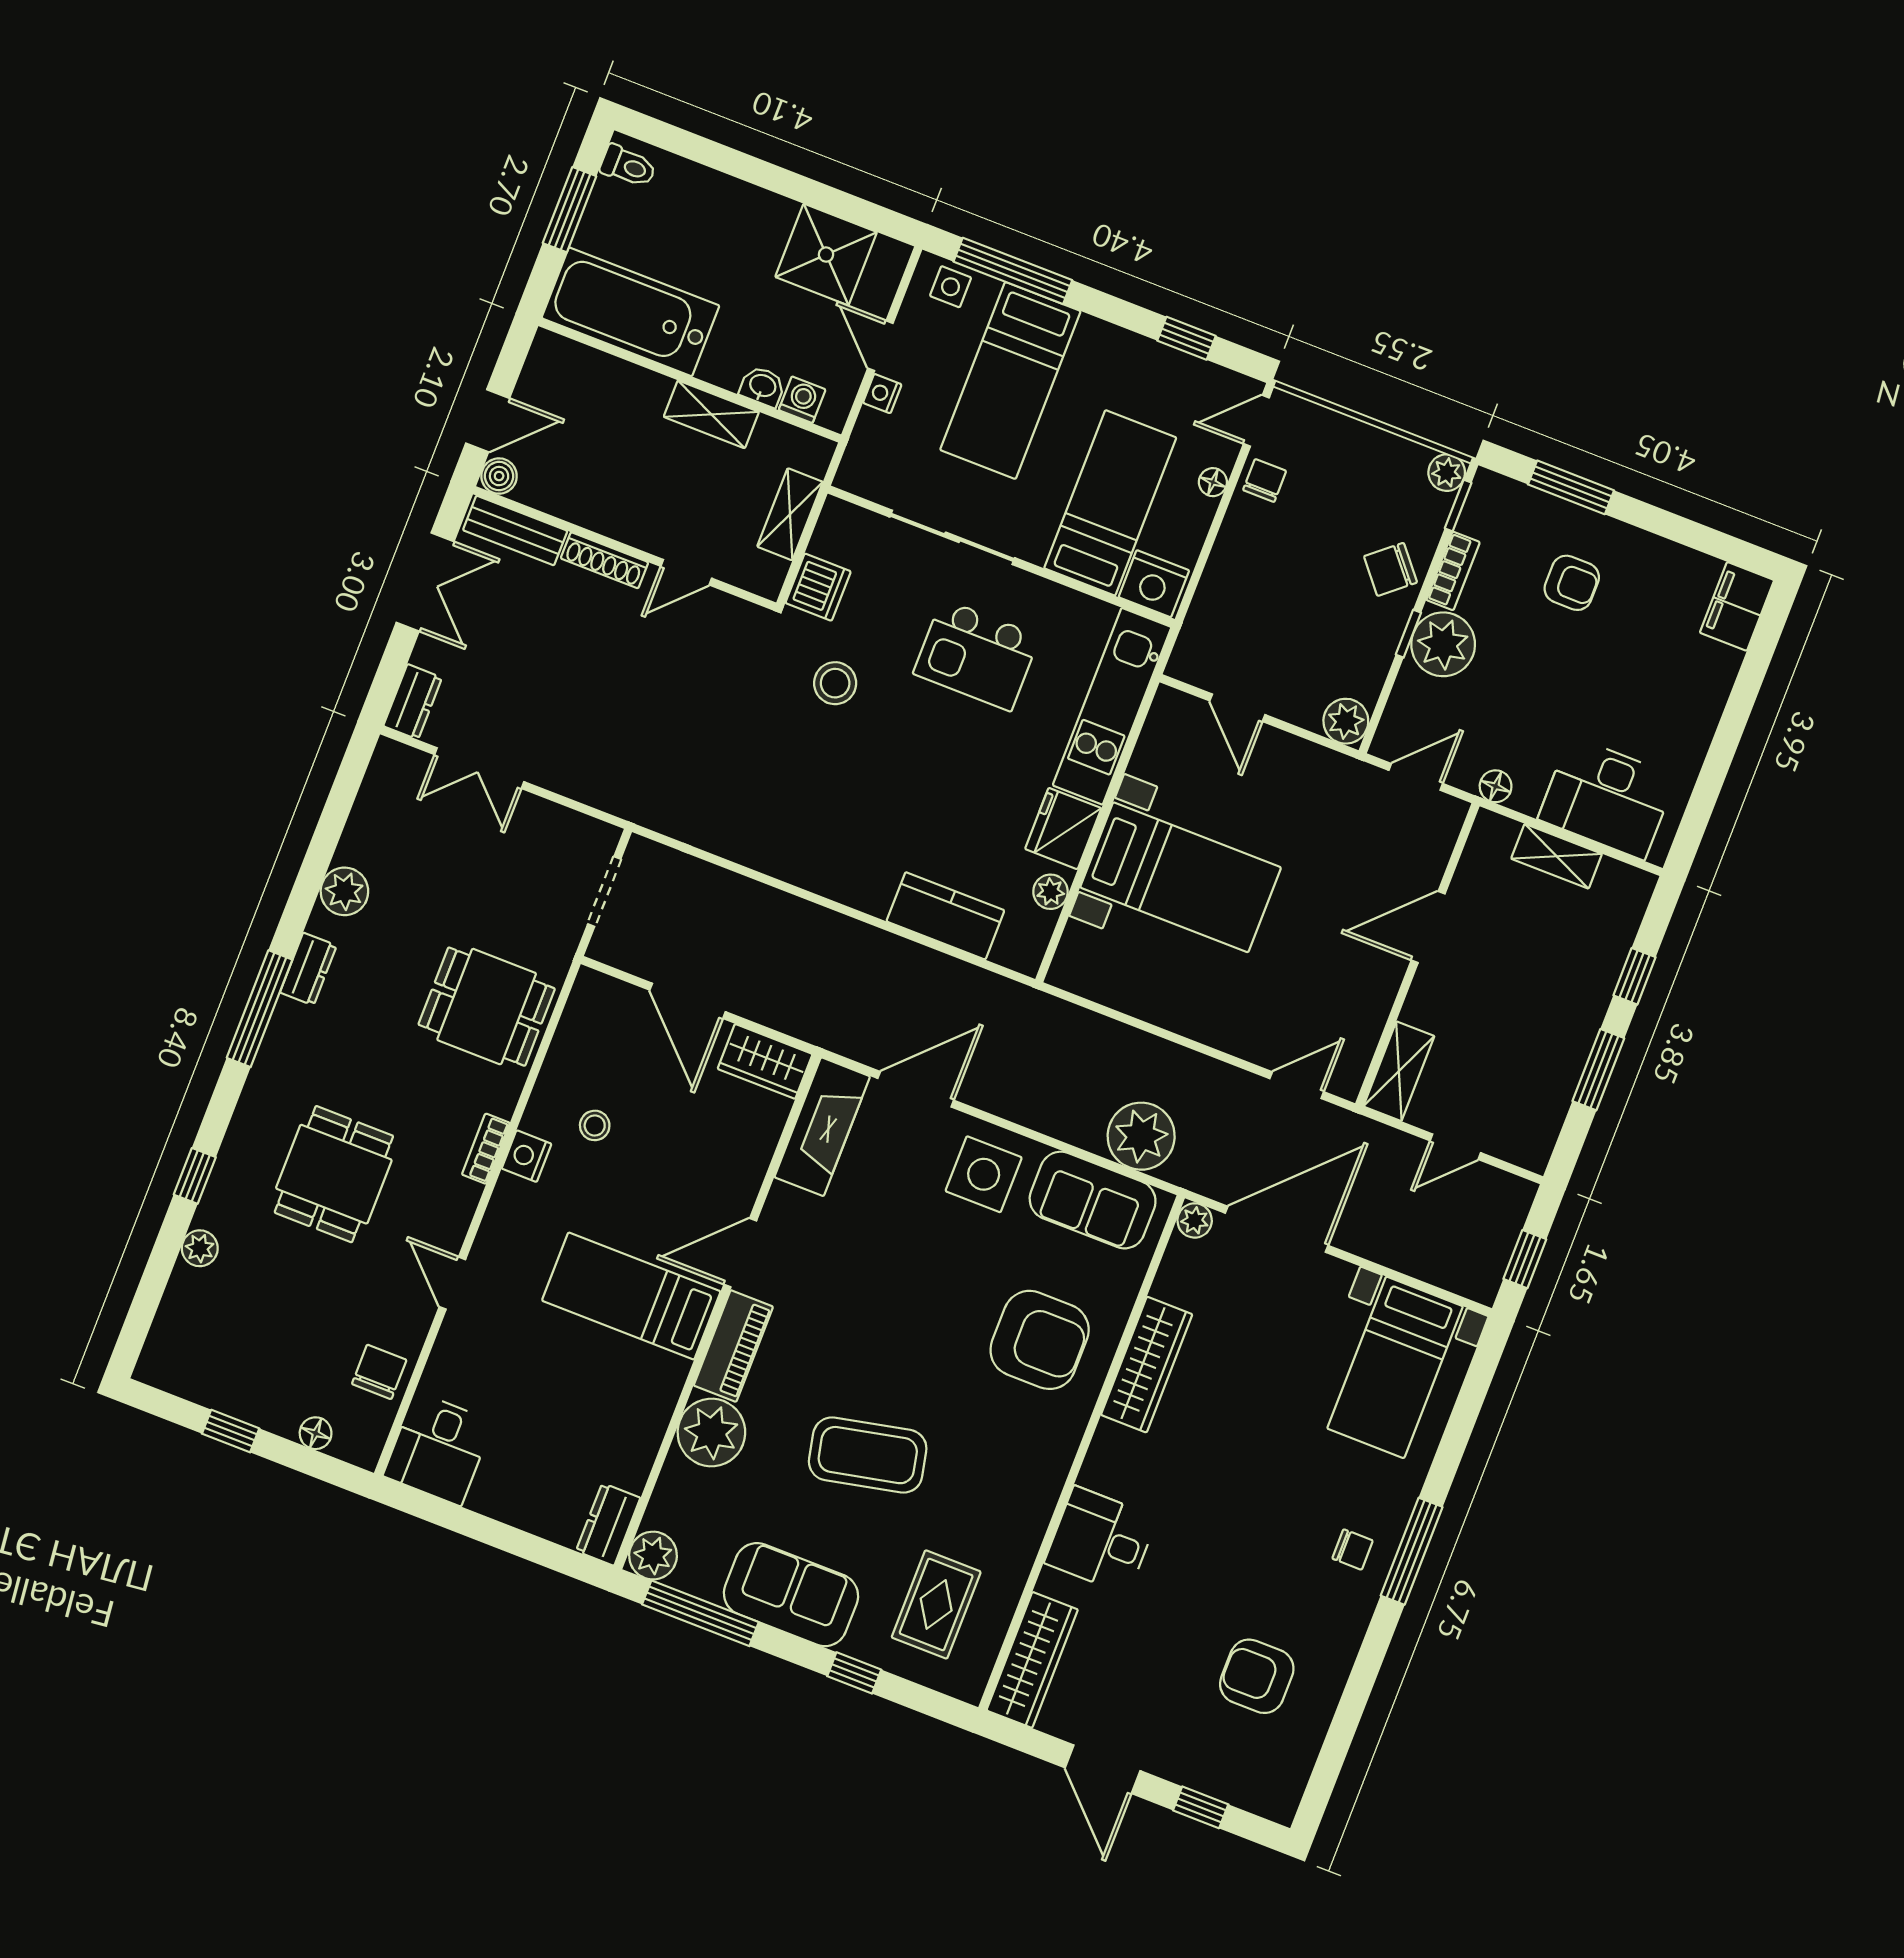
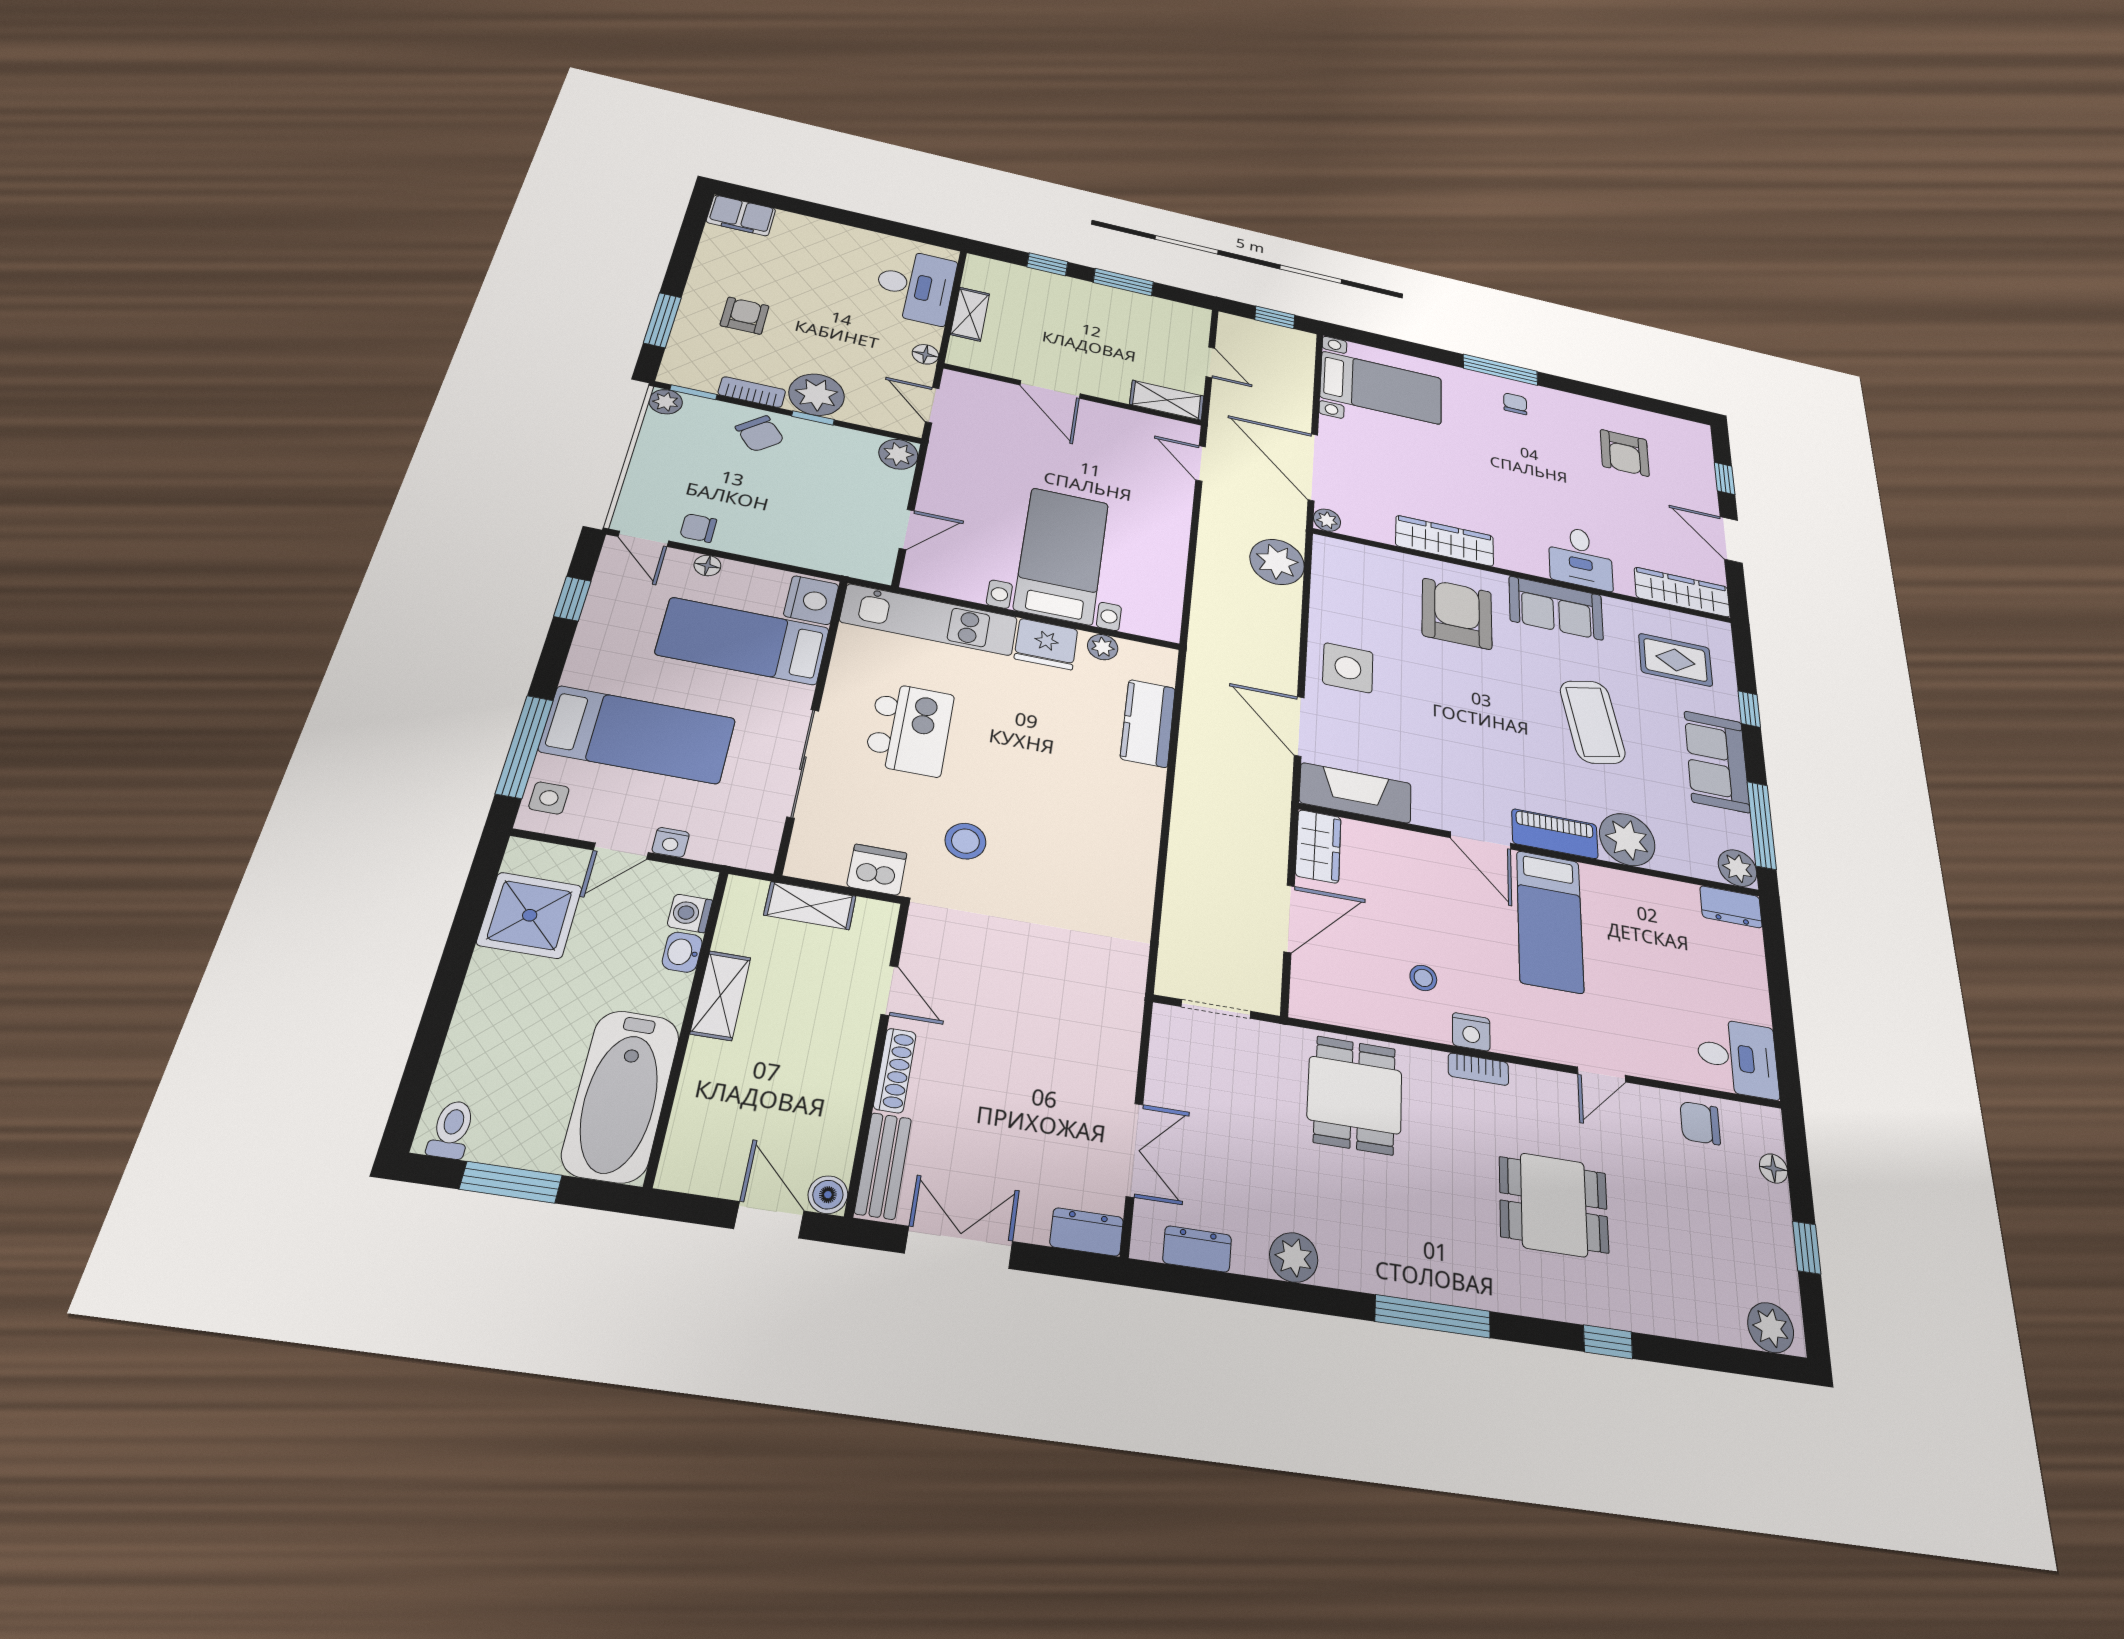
dresser: (308, 969) -> (1197, 1249), moved
sofa: (1093, 1200) -> (1556, 608), moved, turned 90
plant: (200, 1248) -> (1771, 1328), moved, width x1.38, depth x1.38
door: (1103, 1769) -> (1731, 540), swing flipped

